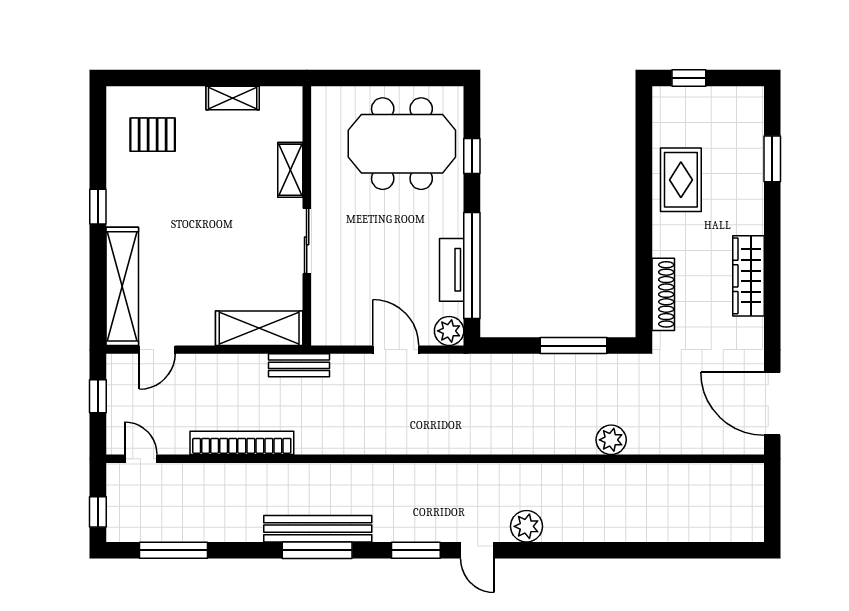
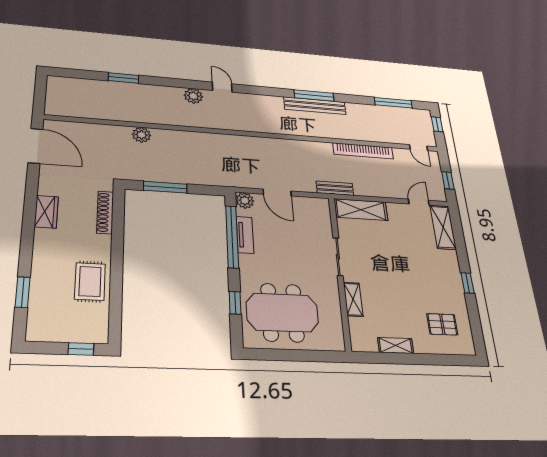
wardrobe: (748, 276) -> (46, 212), width x0.67
shelving: (122, 286) -> (443, 227), width x0.68
window: (416, 550) -> (123, 78), moved

